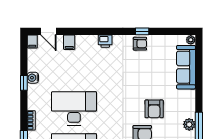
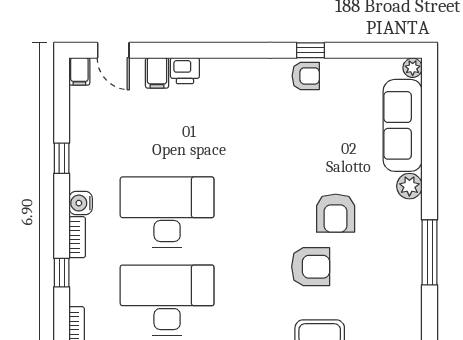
printer: (105, 41) -> (185, 71), moved
water cooler: (33, 78) -> (81, 203), moved
plant: (189, 124) -> (409, 186), moved

